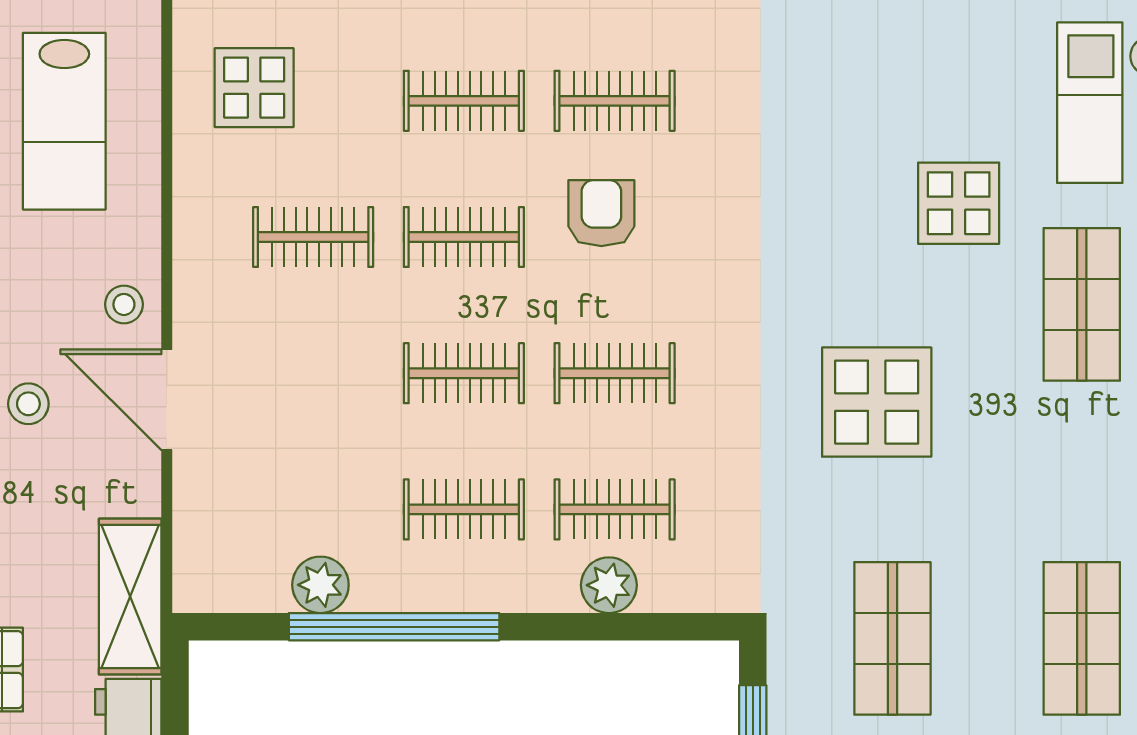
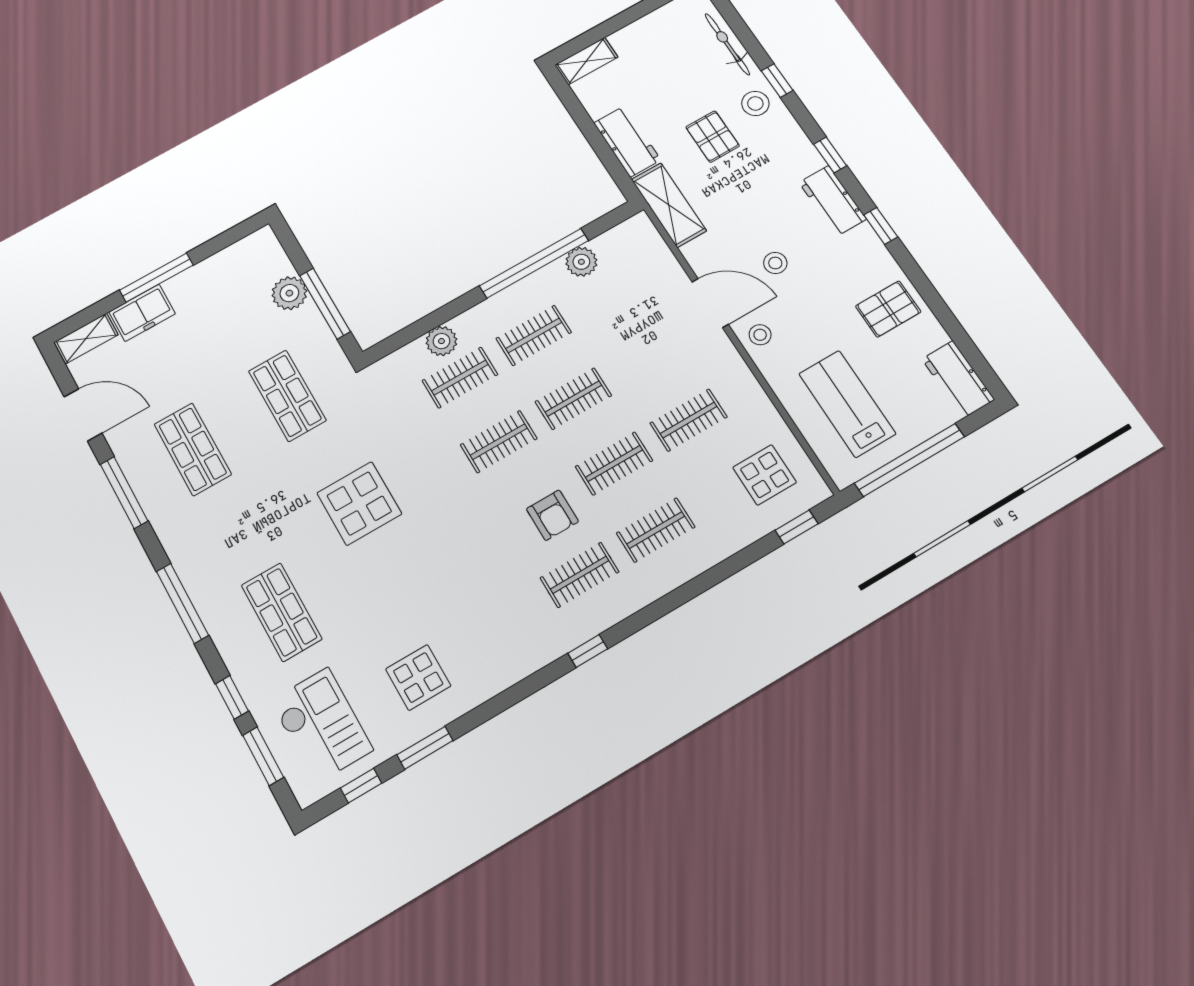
display table: (959, 203) -> (418, 677), moved

